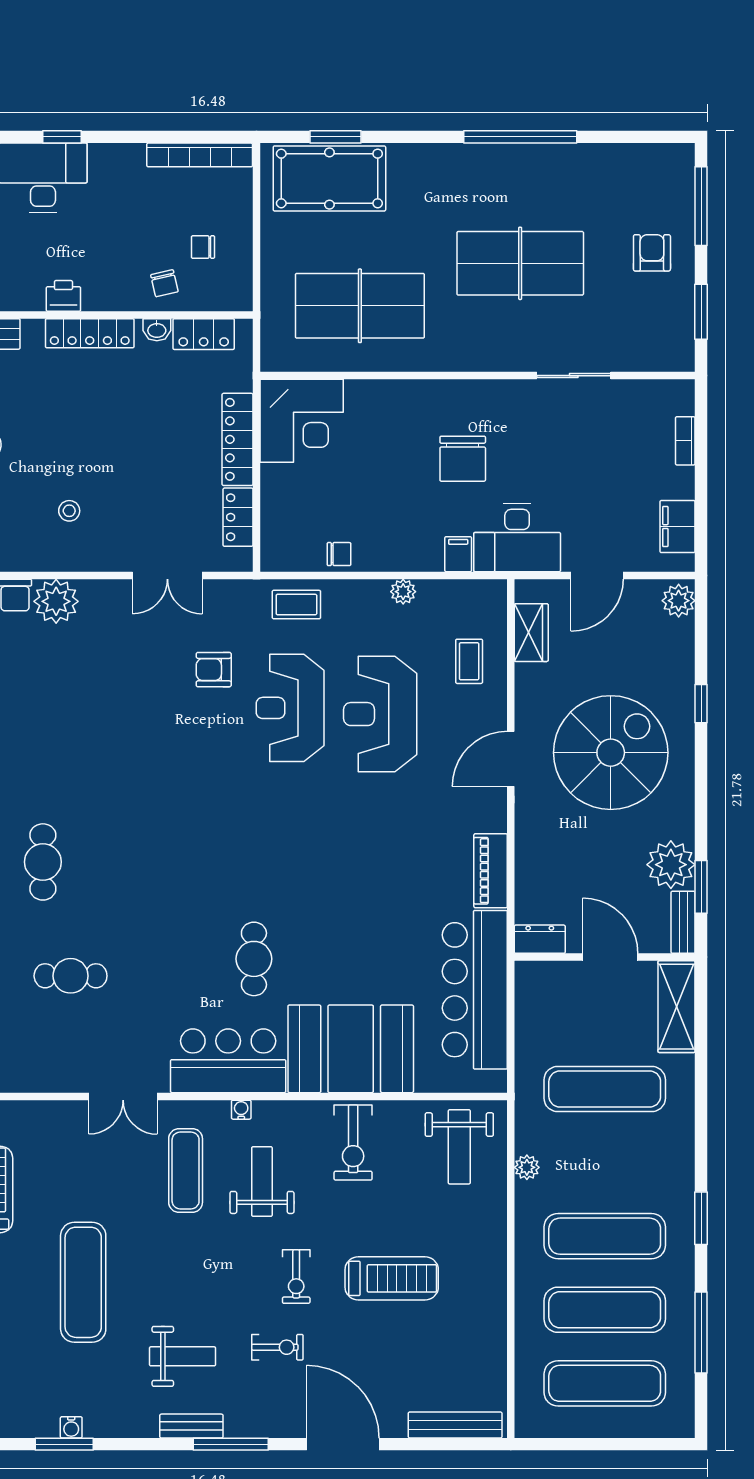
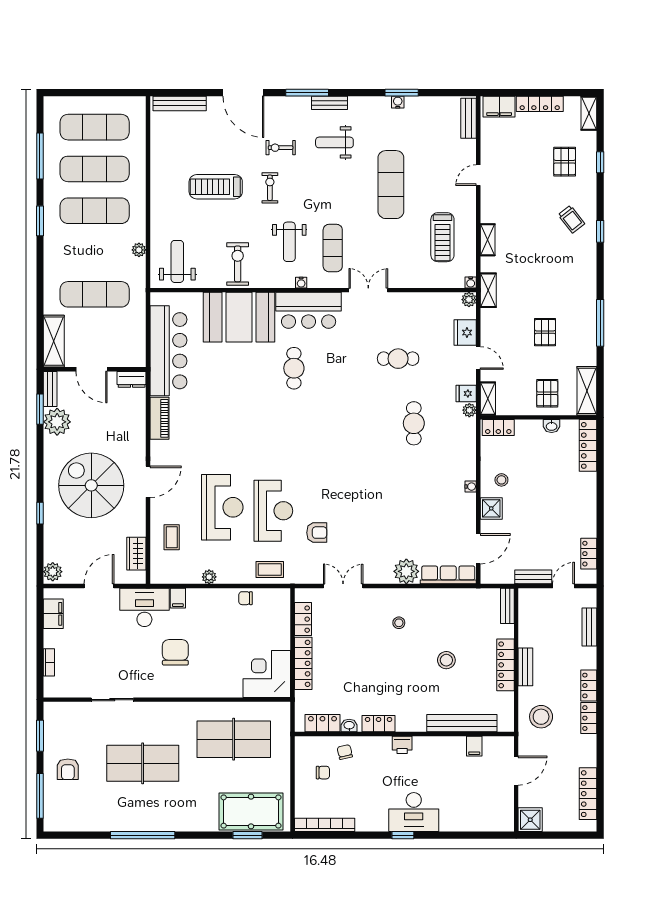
locker: (90, 333) -> (379, 724), width x0.66
spiral stairs: (611, 753) -> (91, 485), turned 90

